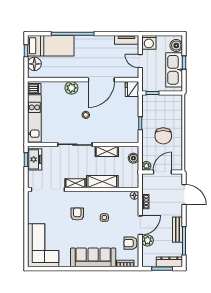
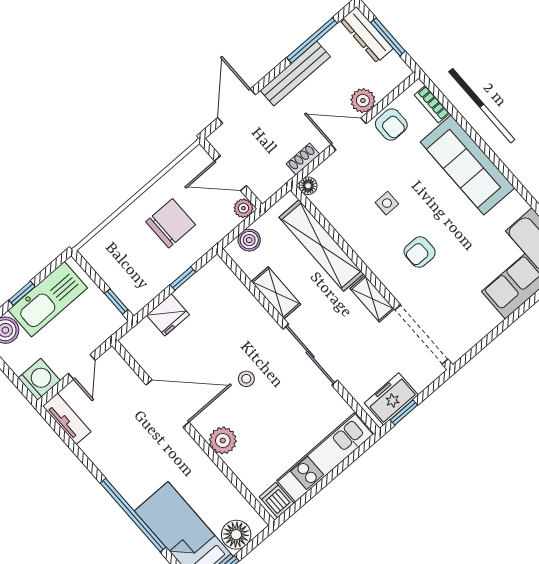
fridge: (132, 89) -> (168, 315), moved
shelving: (102, 182) -> (321, 245), width x1.47
bench: (178, 230) -> (295, 74), width x1.36

